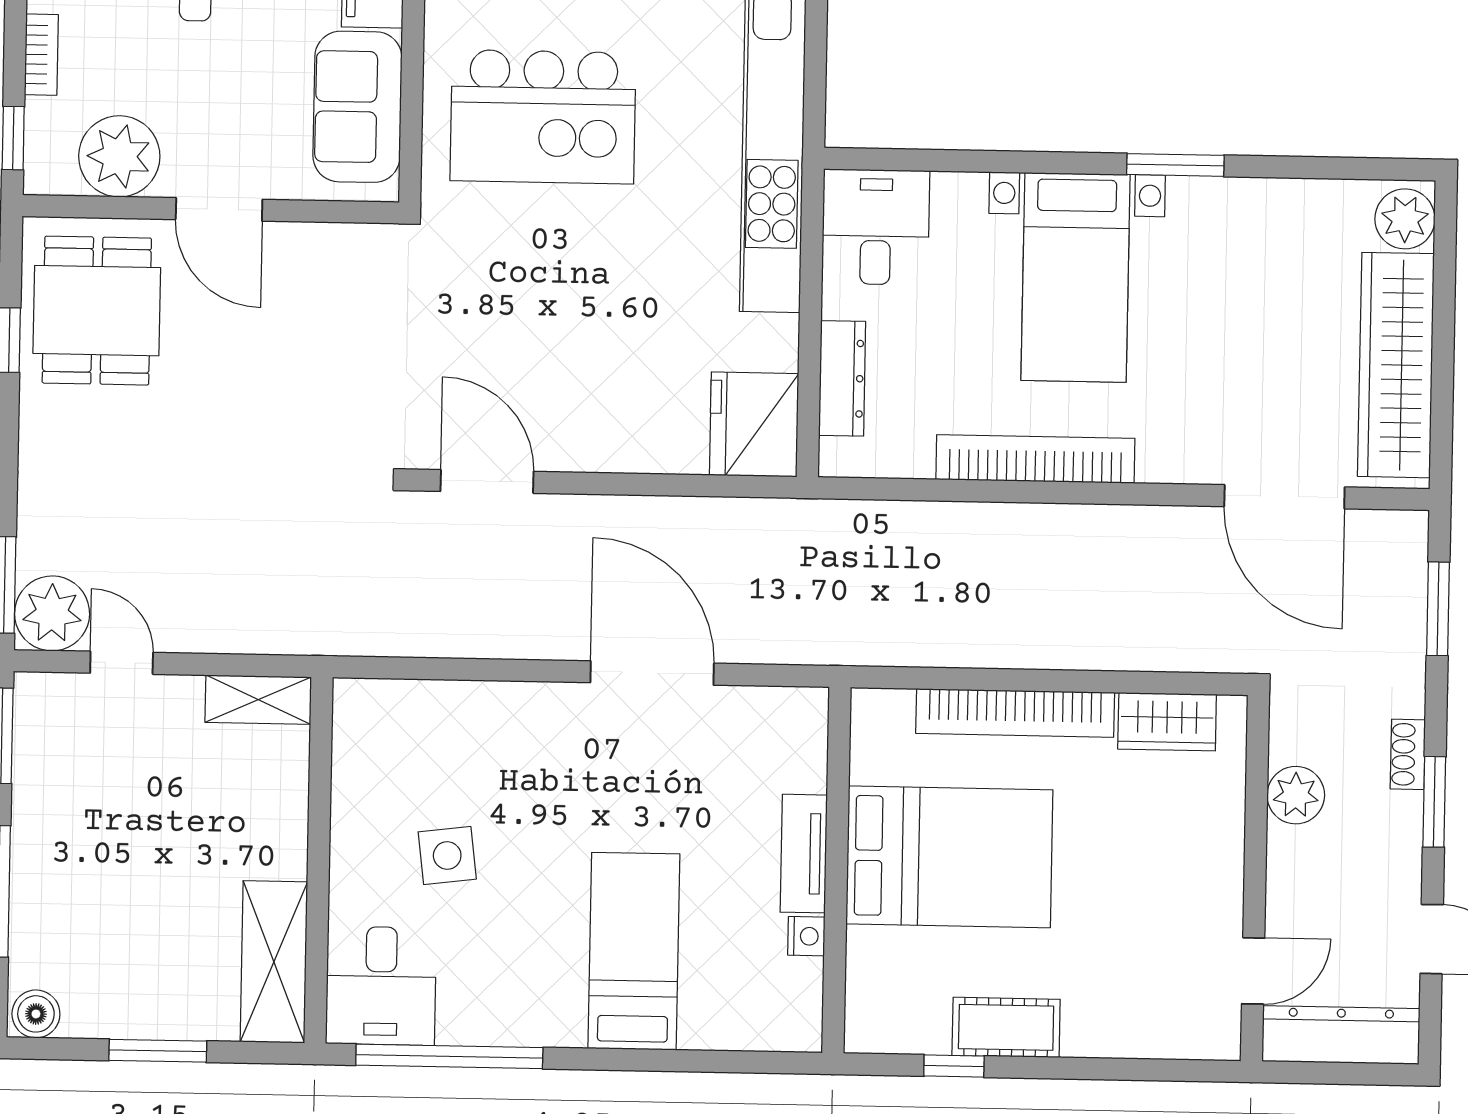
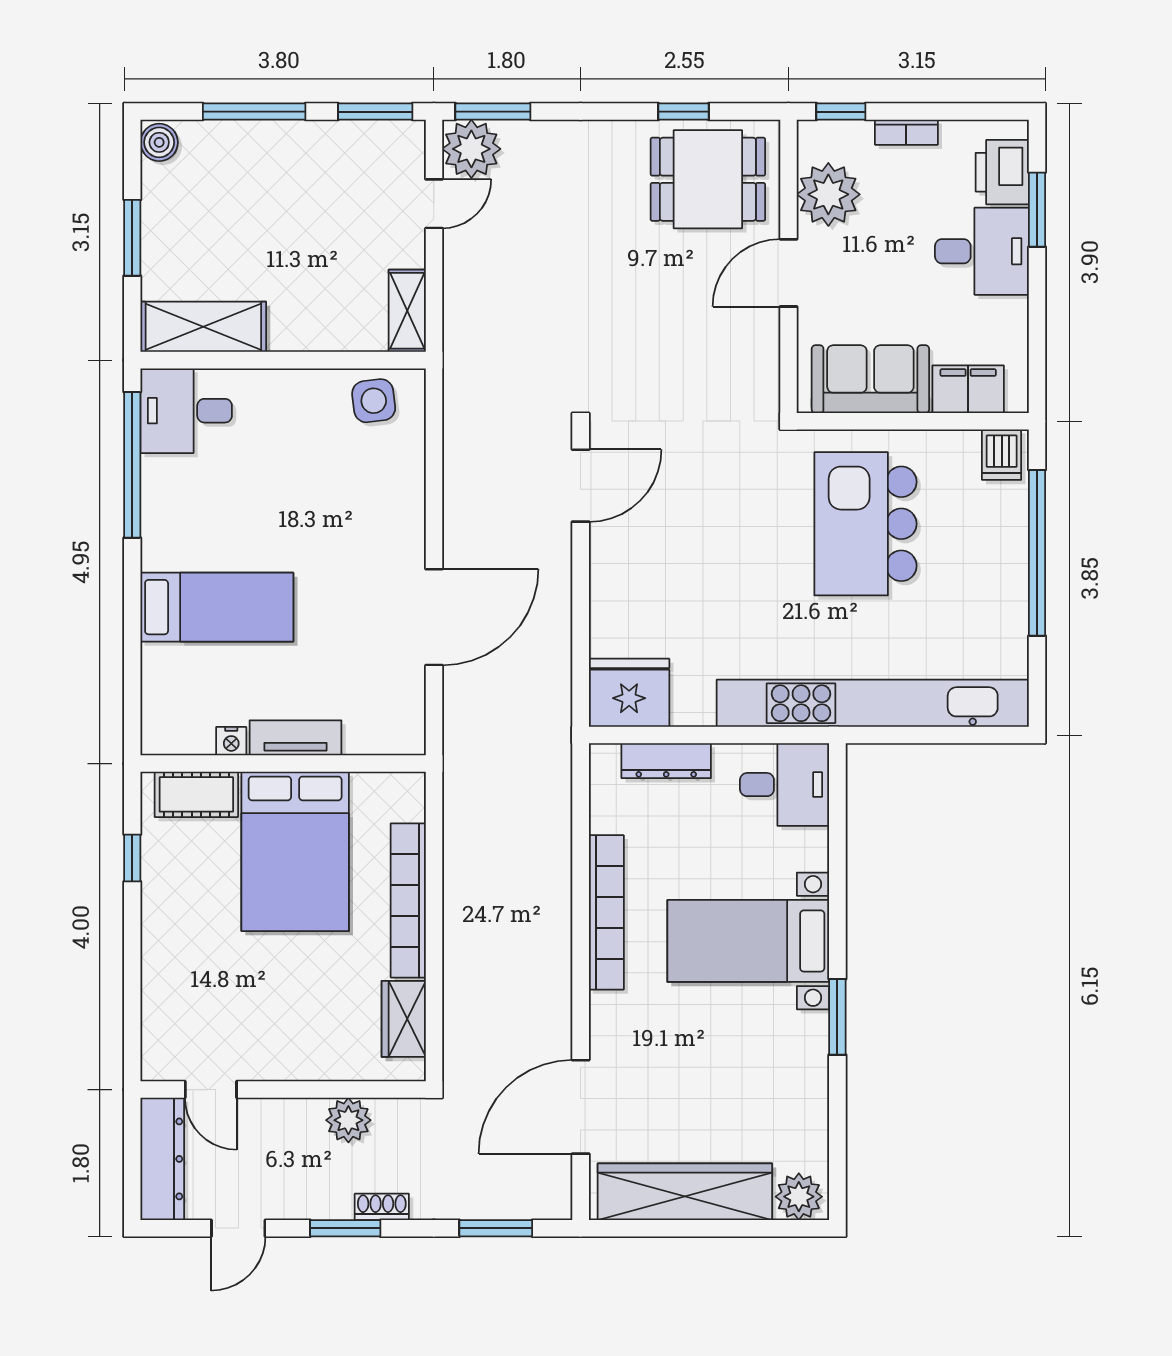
side table: (447, 855) -> (374, 401), moved
cot: (1006, 1027) -> (196, 794), moved, turned 90

